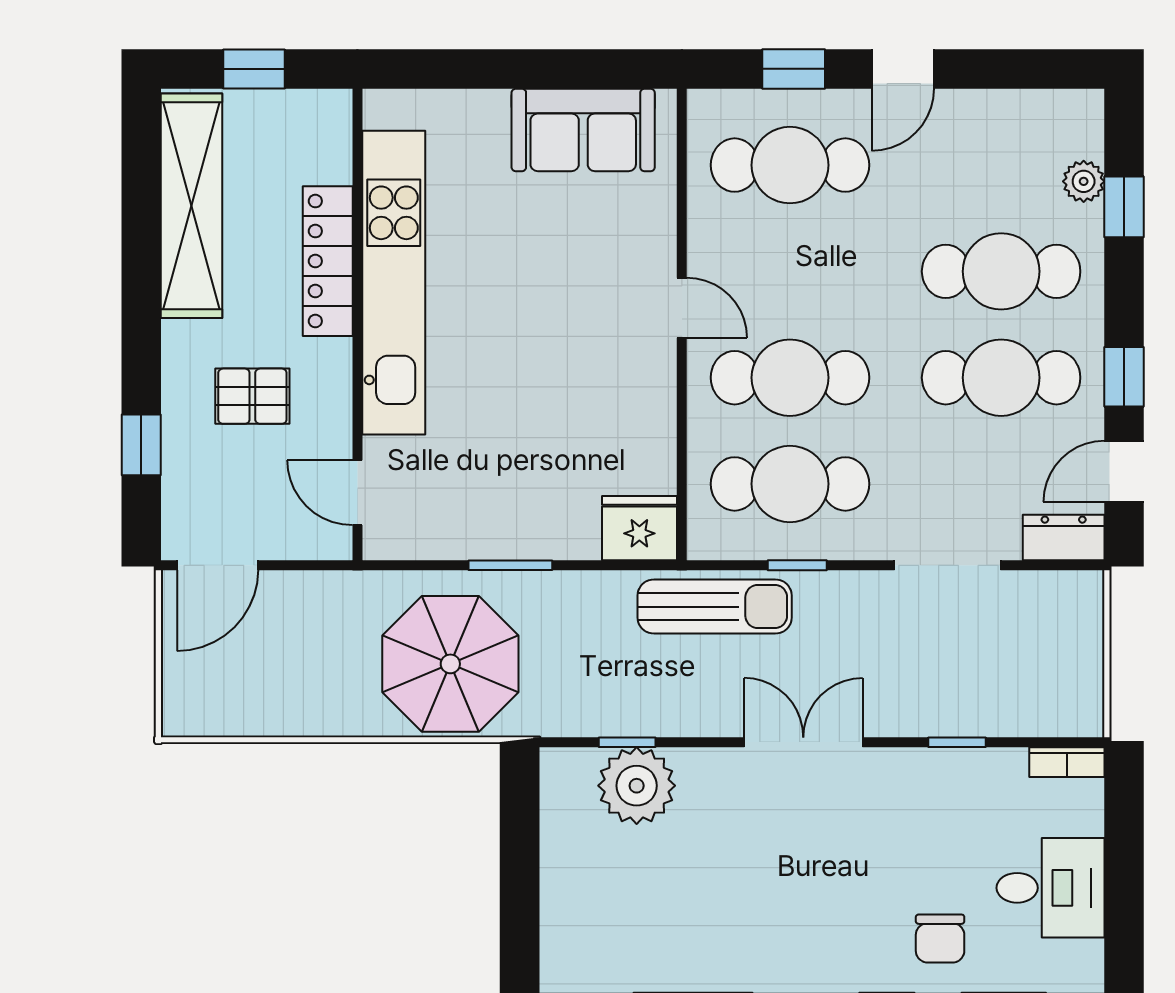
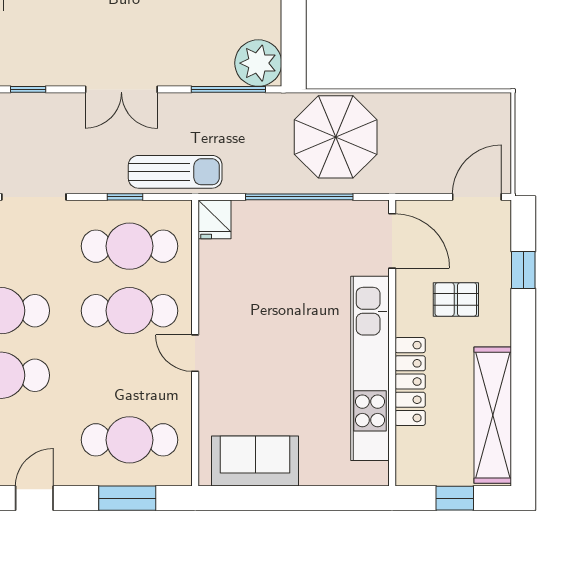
window: (794, 69) -> (127, 498), width x1.50
door: (903, 69) -> (34, 498), moved
door: (357, 493) -> (392, 241), width x1.38
fridge: (639, 528) -> (215, 219), width x0.72
window: (510, 565) -> (299, 197), width x2.11
sun lounger: (715, 607) -> (175, 172), turned 180
window: (627, 742) -> (228, 89), width x2.17
plant: (637, 786) -> (258, 63), moved

